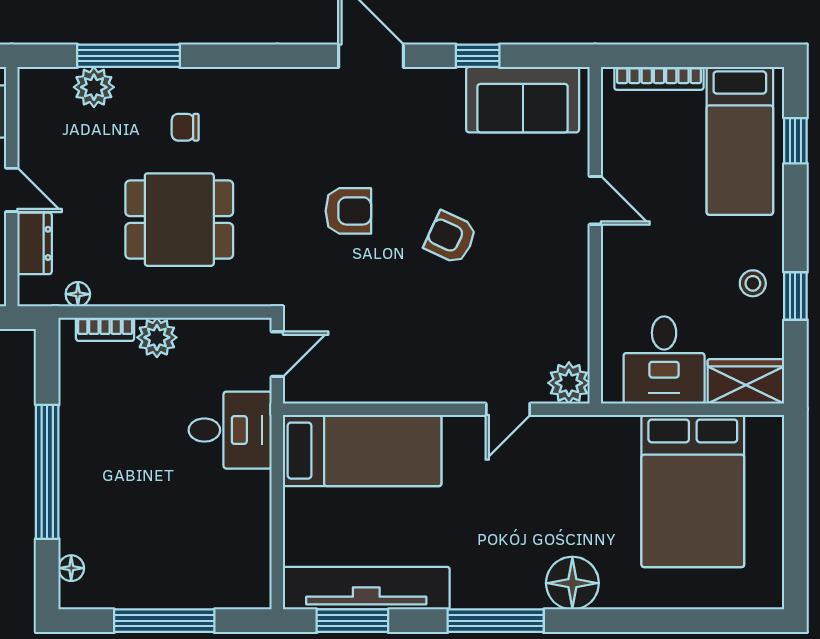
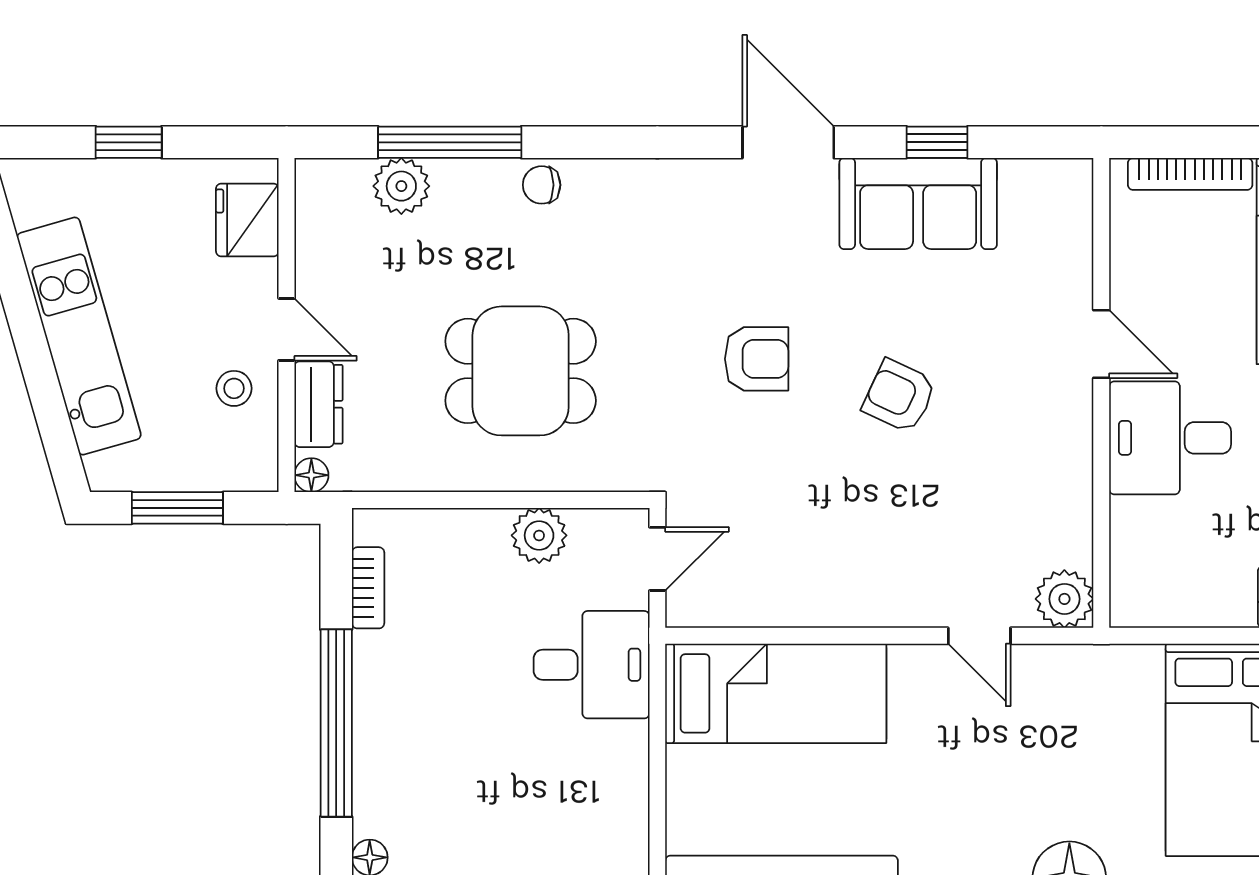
sofa: (523, 100) -> (918, 204), moved
chair: (185, 127) -> (542, 185), moved
floor lamp: (78, 294) -> (311, 475), moved
bookcase: (105, 329) -> (368, 588), moved, turned -90
plant: (157, 337) -> (539, 535), moved
desk: (664, 360) -> (1170, 438), moved, turned 90
door: (508, 409) -> (979, 636), hinge flipped

